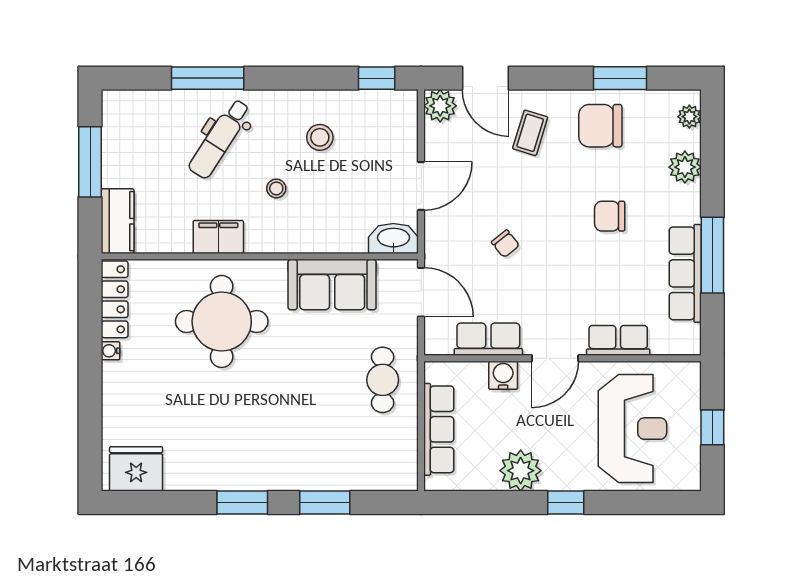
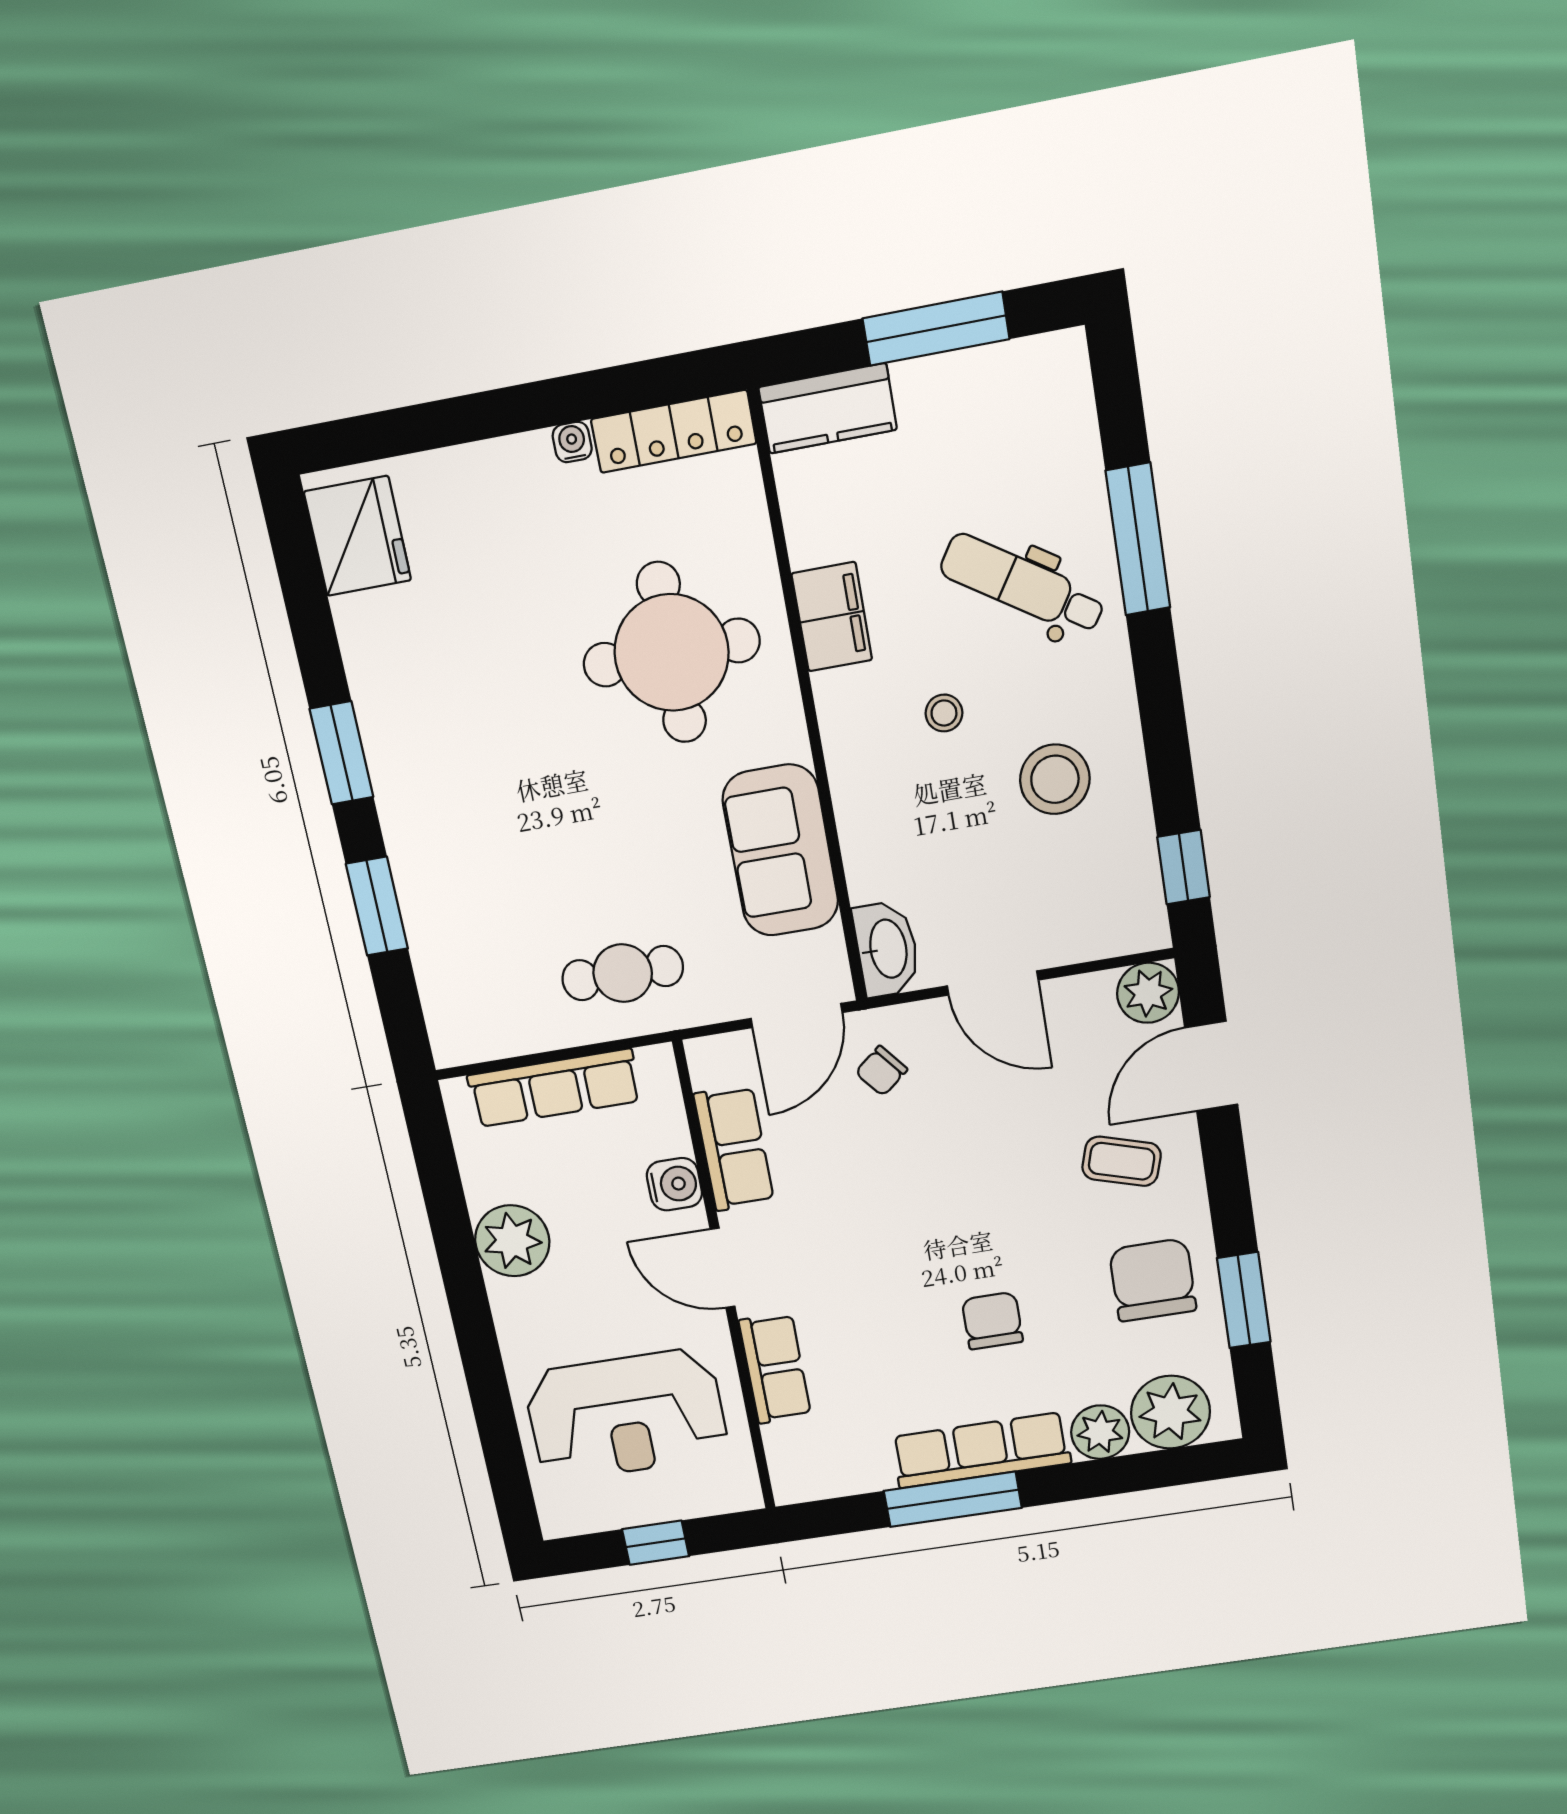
plant: (689, 117) -> (1170, 1412), width x1.88, depth x1.88
stool: (320, 137) -> (1055, 779), width x1.38, depth x1.38
chair: (505, 244) -> (881, 1071), moved
row of seats: (685, 273) -> (981, 1450), moved
window: (566, 503) -> (474, 1325), removed

